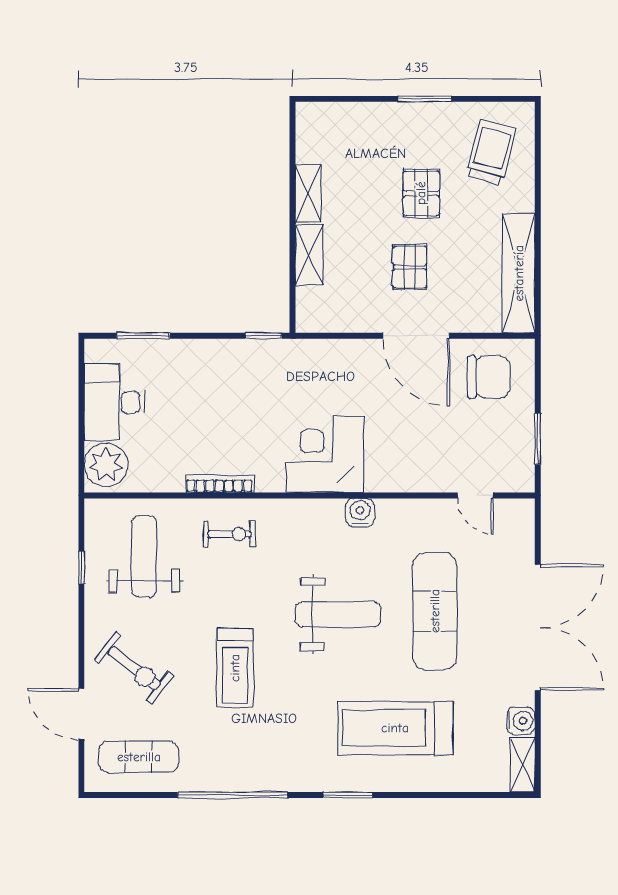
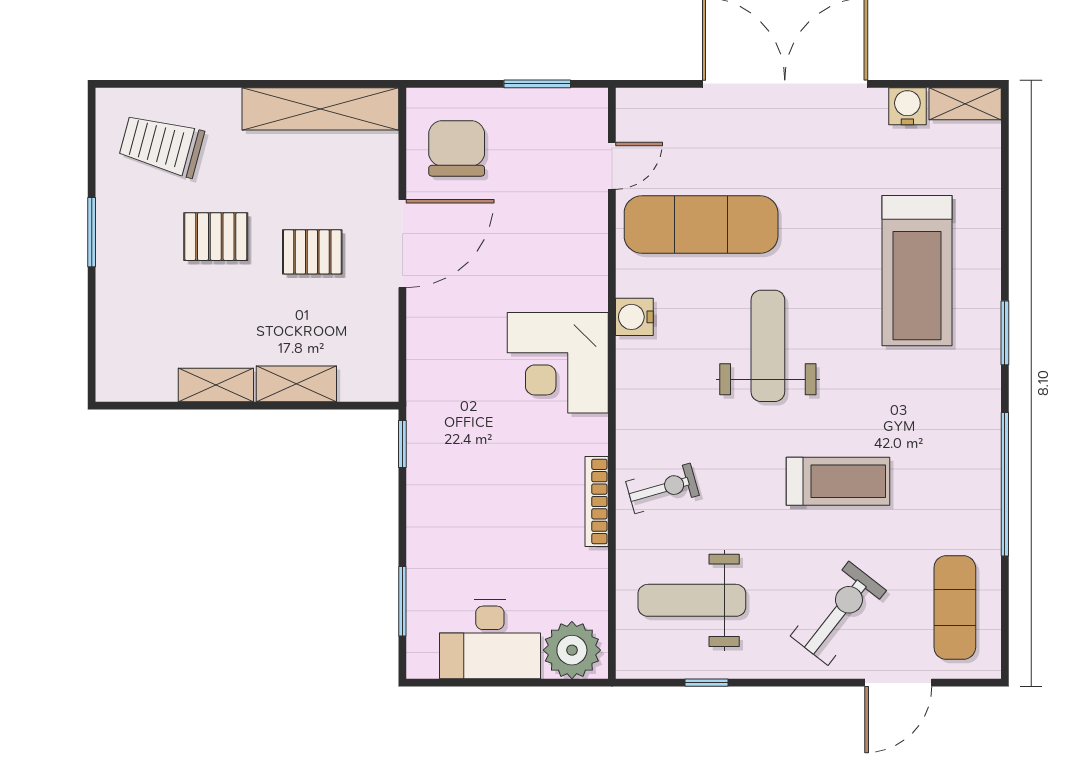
exercise bike: (229, 534) -> (662, 488), turned 74
exercise mat: (435, 611) -> (701, 225), moved

